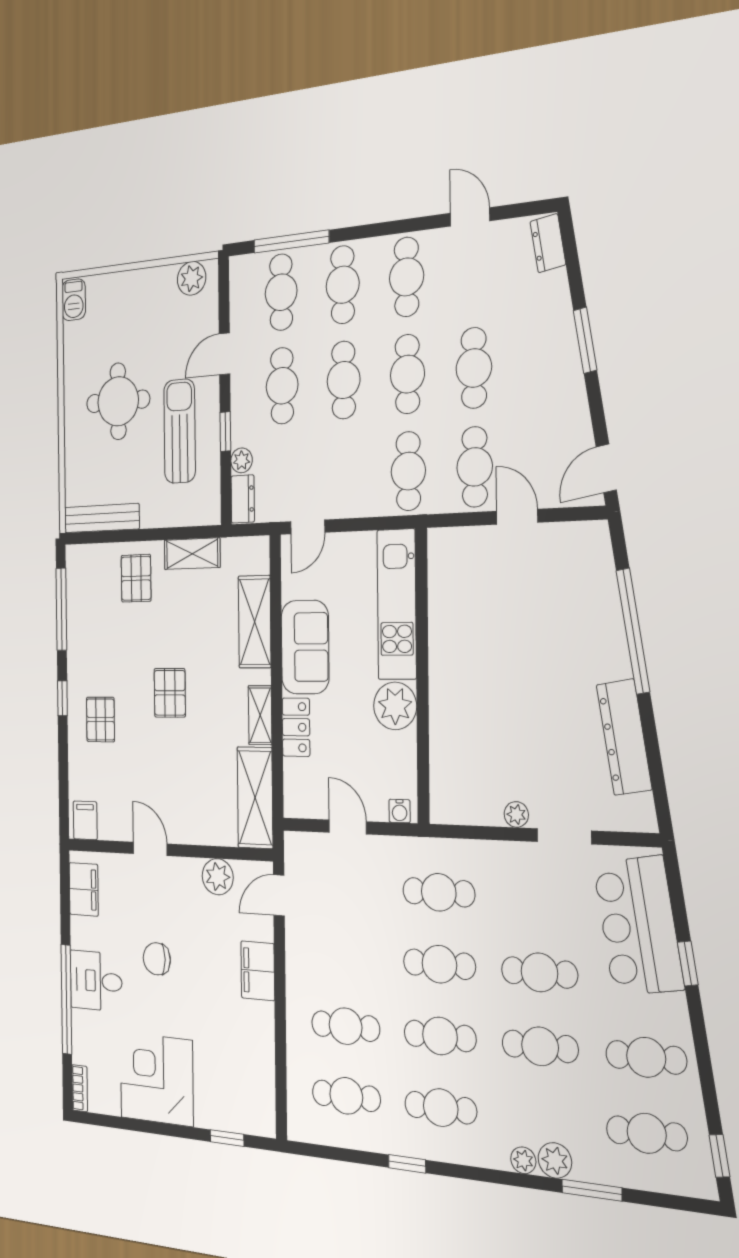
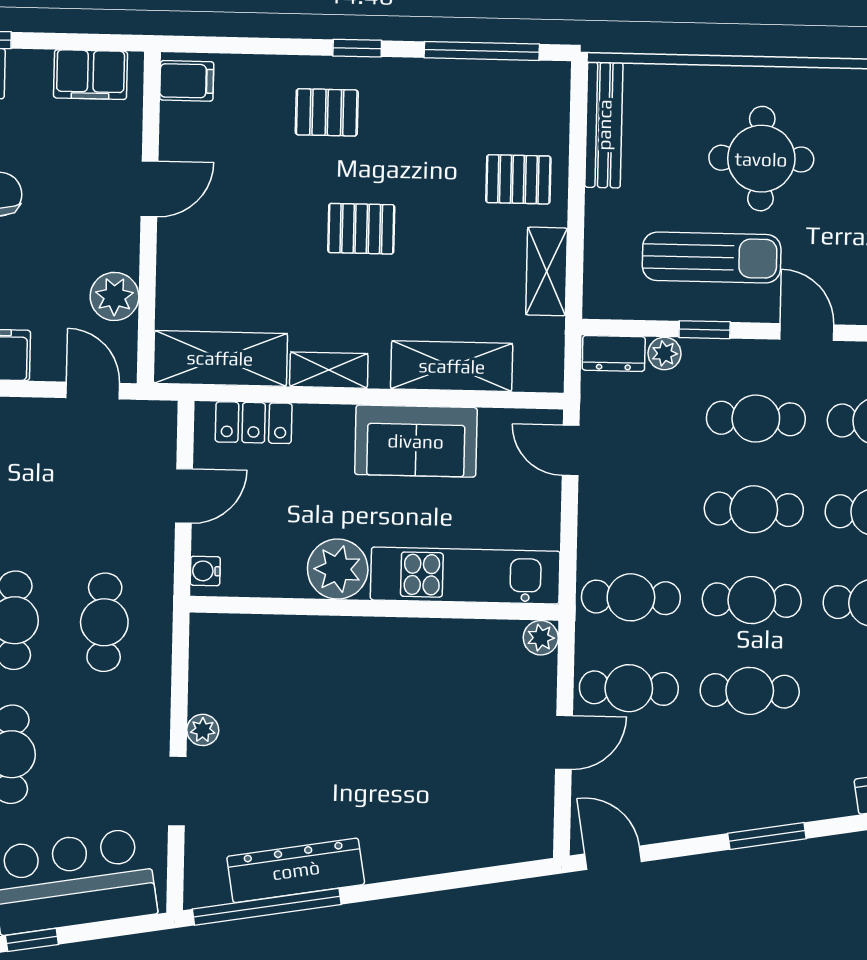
plant: (440, 541) -> (541, 638), added
window: (633, 631) -> (267, 907), moved
locker: (296, 727) -> (254, 423), moved

